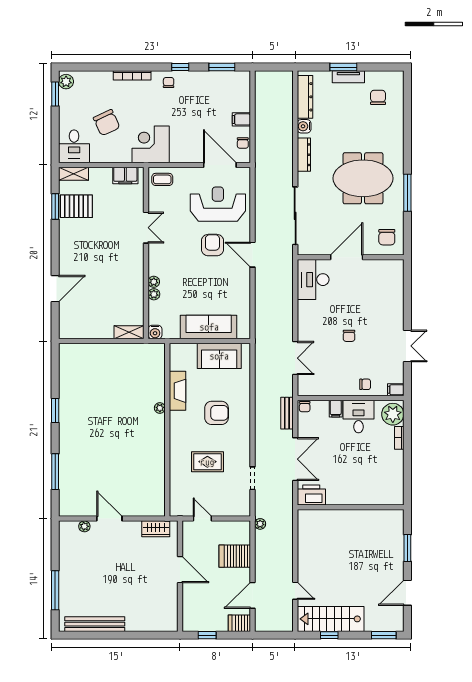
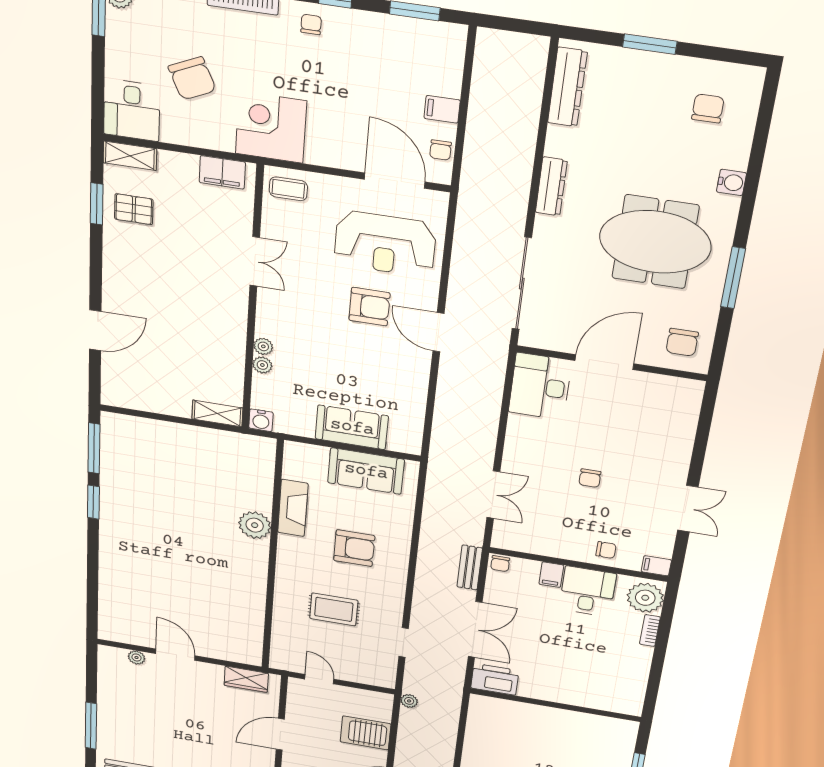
tv unit: (348, 77) -> (657, 63), removed
water cooler: (304, 126) -> (731, 182), moved, turned 180
reception desk: (218, 204) -> (385, 244), turned 180
pallet: (76, 206) -> (134, 209), width x0.67, depth x0.71
armchair: (212, 245) -> (369, 307), turned 90
sofa: (209, 327) -> (352, 427), width x0.73
plant: (160, 408) -> (255, 525), width x1.88, depth x1.88
window: (55, 472) -> (94, 448), moved
door: (180, 570) -> (280, 734), swing flipped

